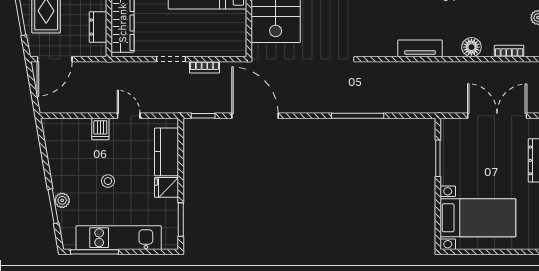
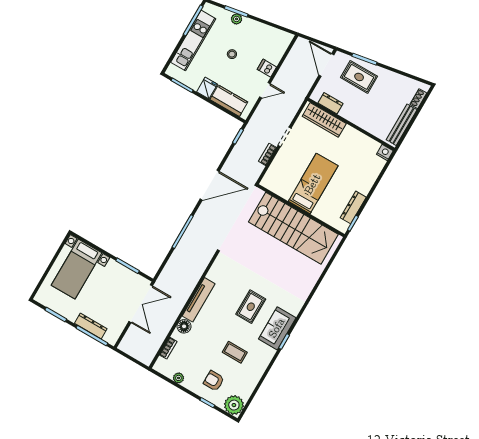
tv unit: (420, 48) -> (199, 300), width x1.41
door: (255, 116) -> (210, 185), moved
double door: (497, 116) -> (141, 304), moved

